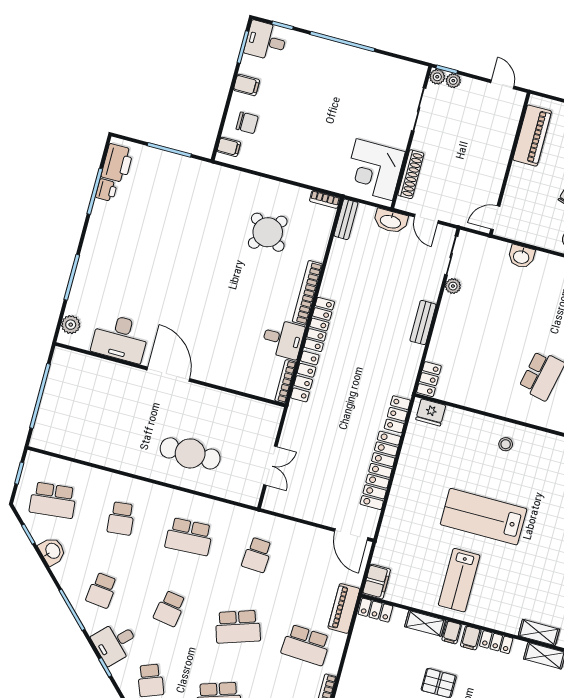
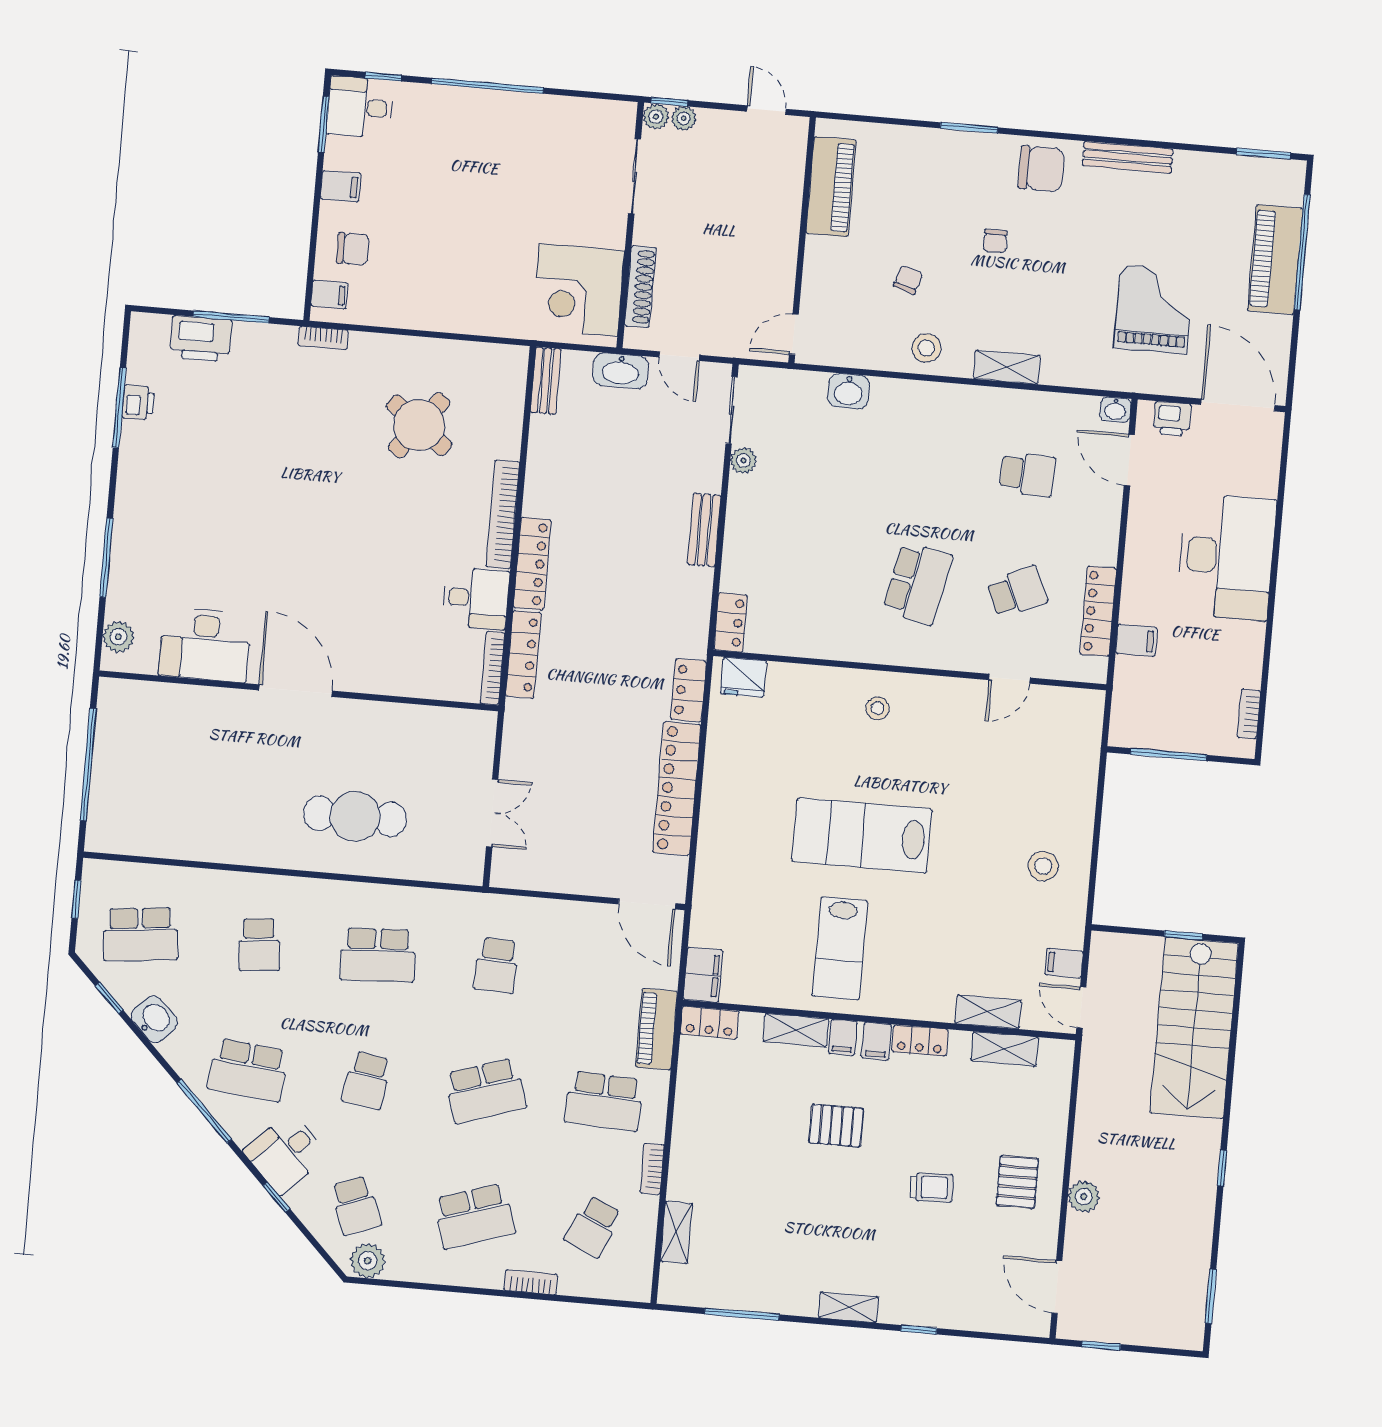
printer: (117, 163) -> (201, 339), moved, turned 90
bookcase: (325, 199) -> (323, 338), moved
school desk: (102, 590) -> (248, 1070), width x1.85

